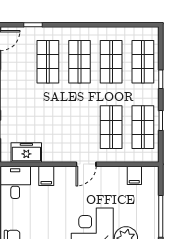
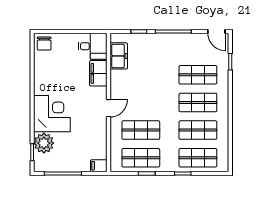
door: (86, 164) -> (108, 108), swing flipped
filing cabinet: (134, 175) -> (99, 166), moved
filing cabinet: (46, 176) -> (98, 73), width x2.00

